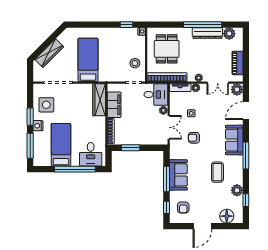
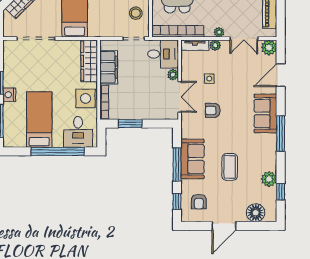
side table: (46, 105) -> (86, 98), moved
coffee table: (217, 172) -> (230, 167), moved

